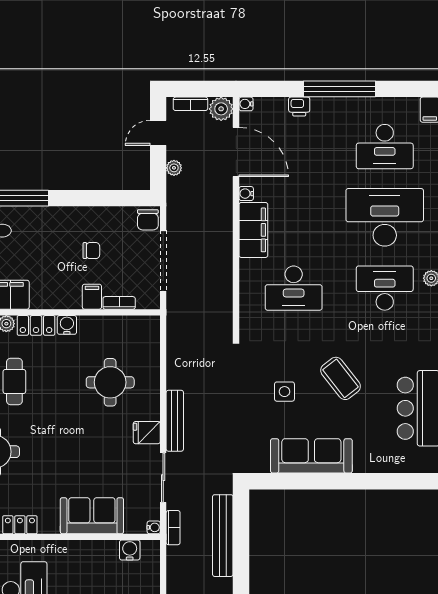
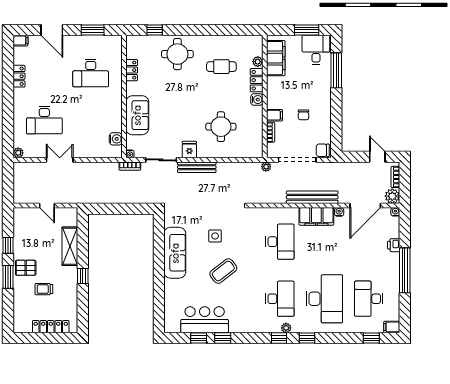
plant: (174, 168) -> (266, 167), moved
desk: (294, 288) -> (280, 242), turned 180
bench: (223, 536) -> (312, 197), moved

